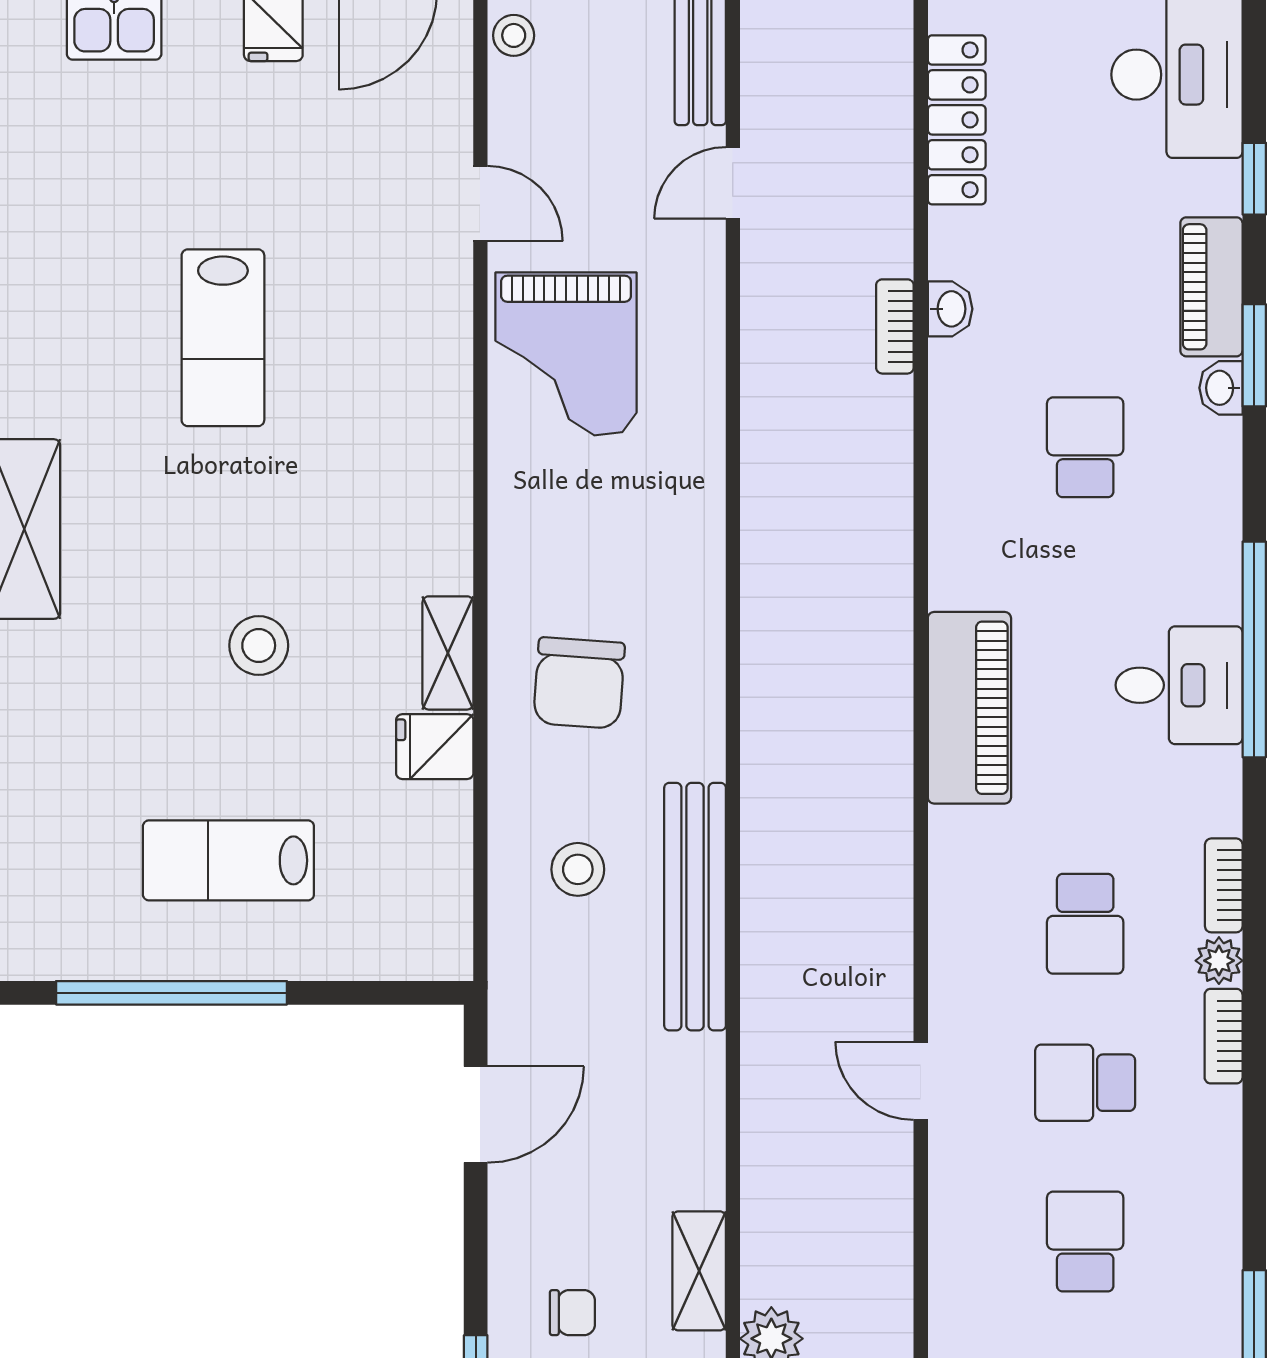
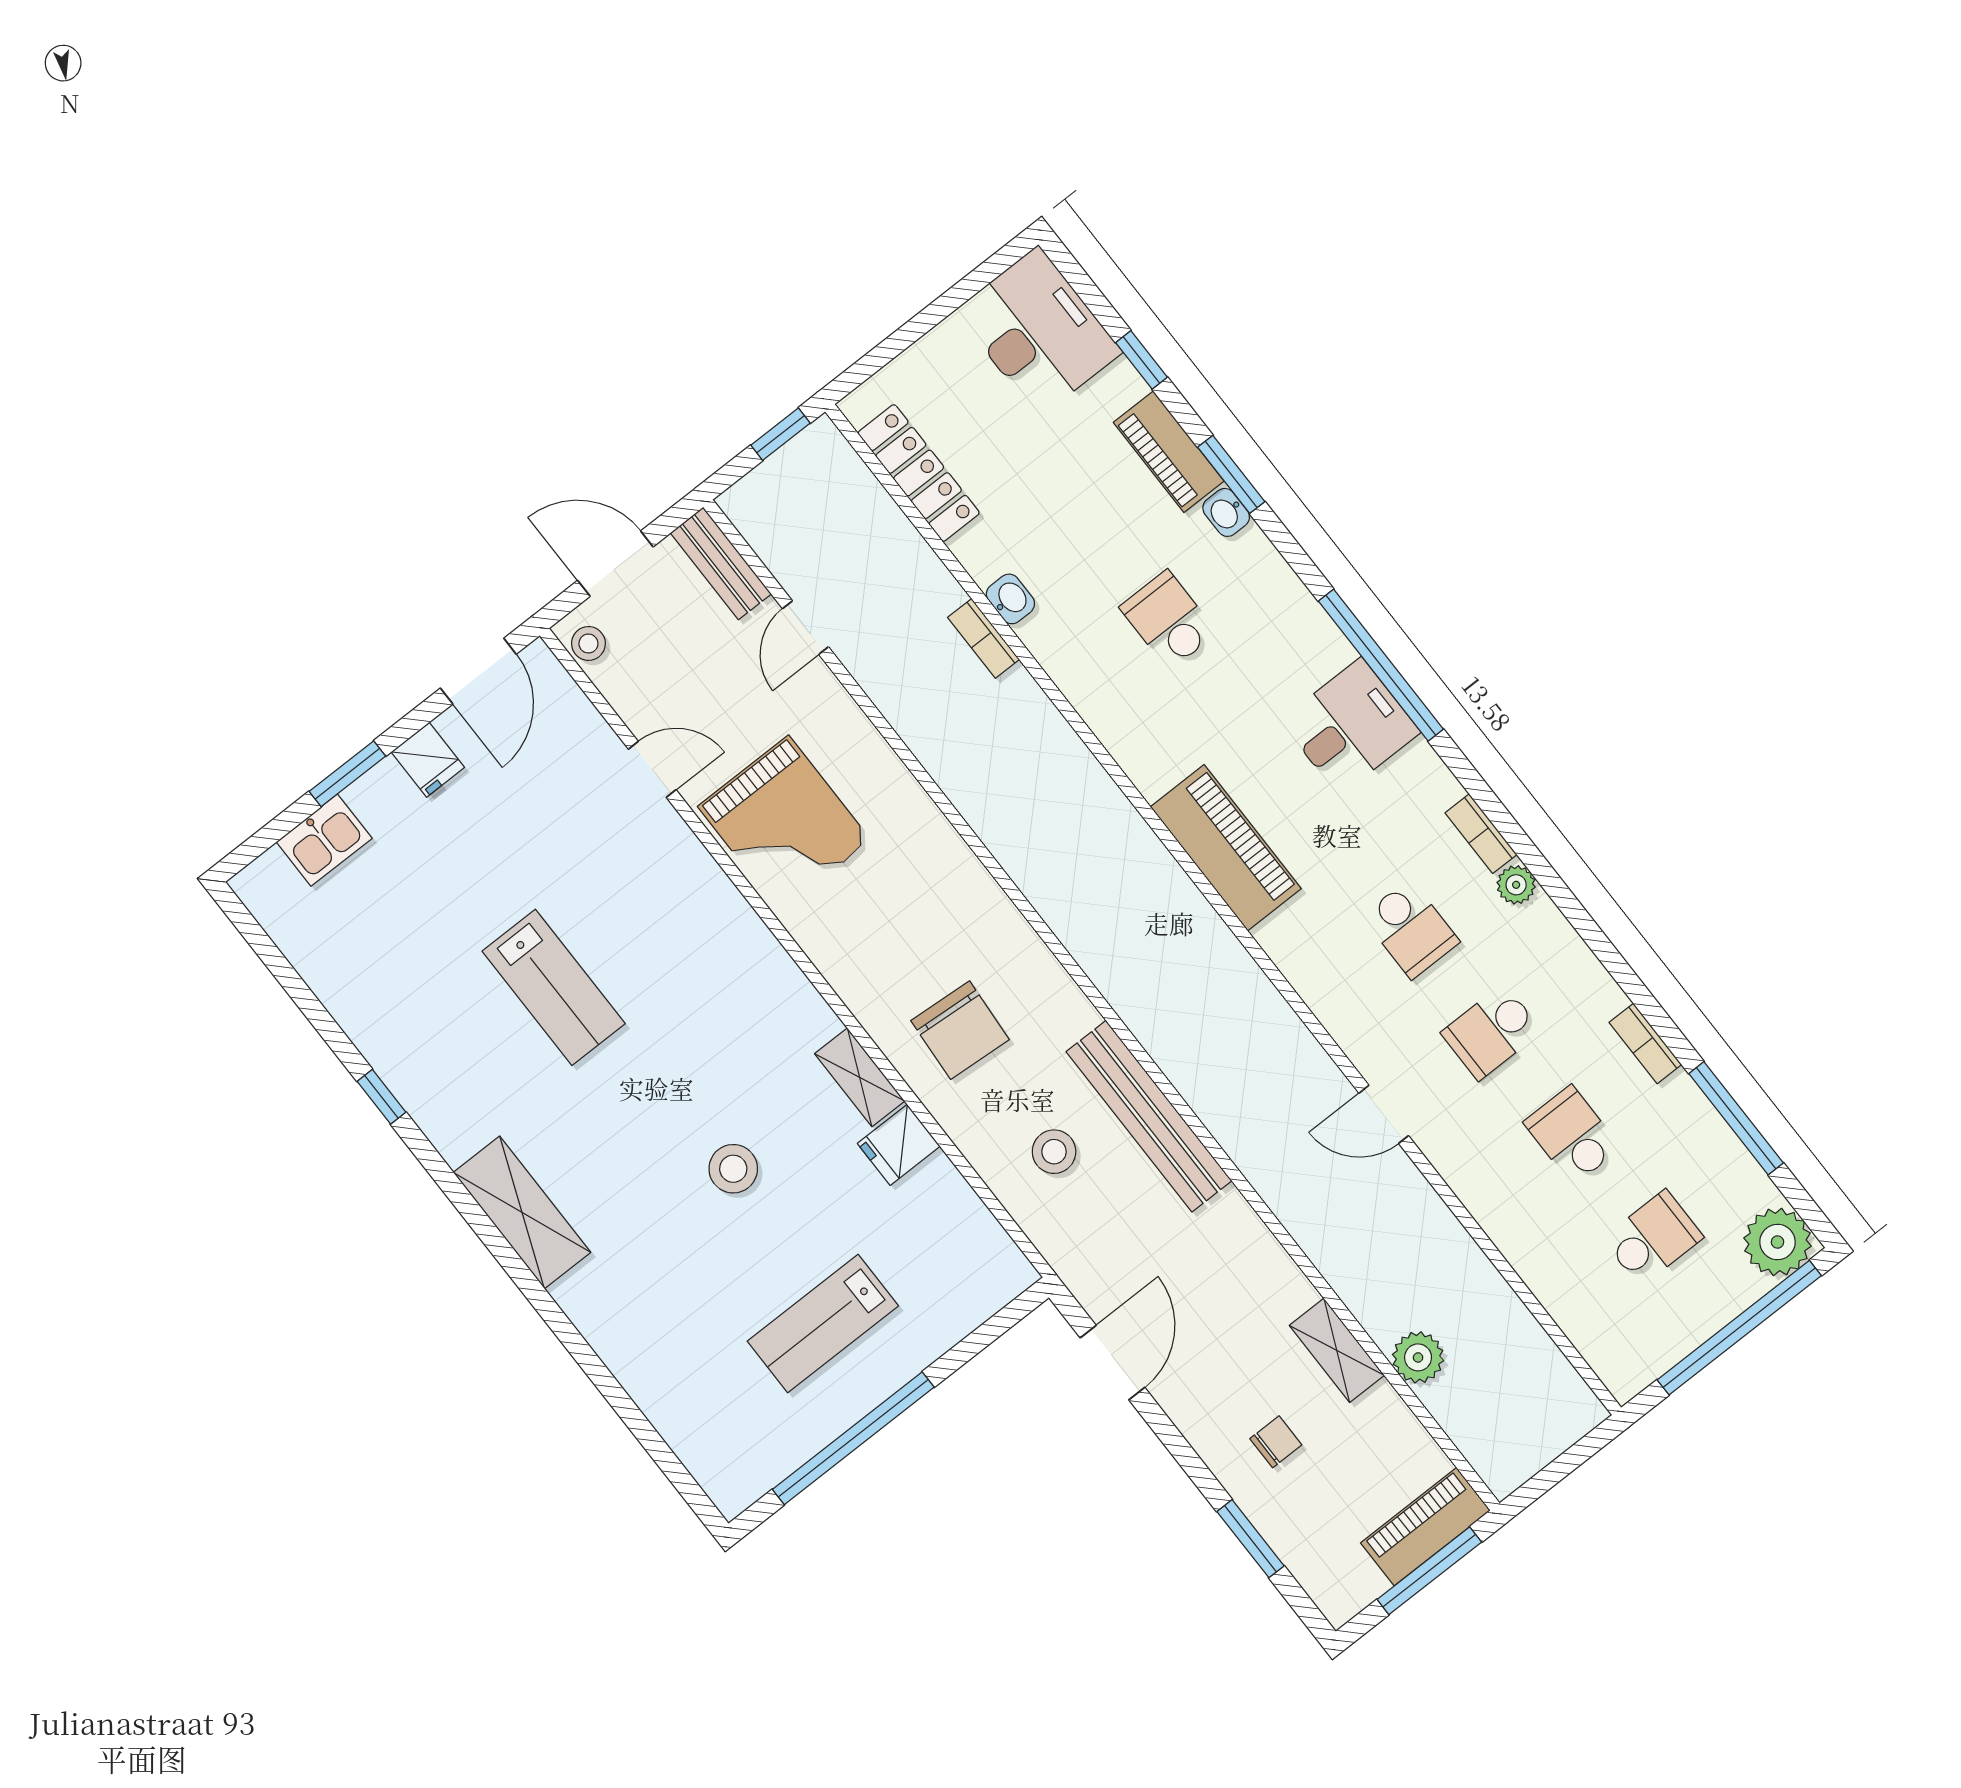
bookcase: (1224, 1036) -> (1645, 1043), moved

